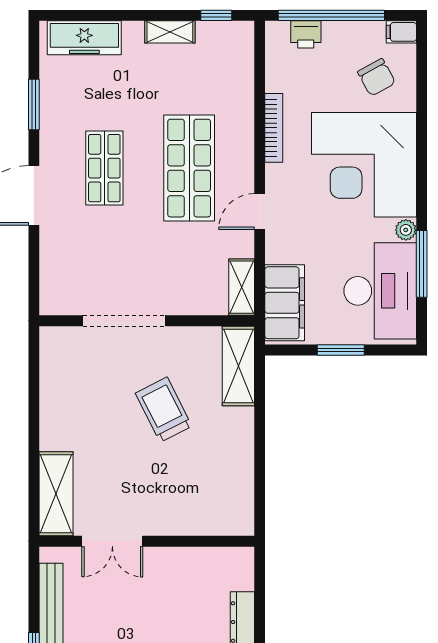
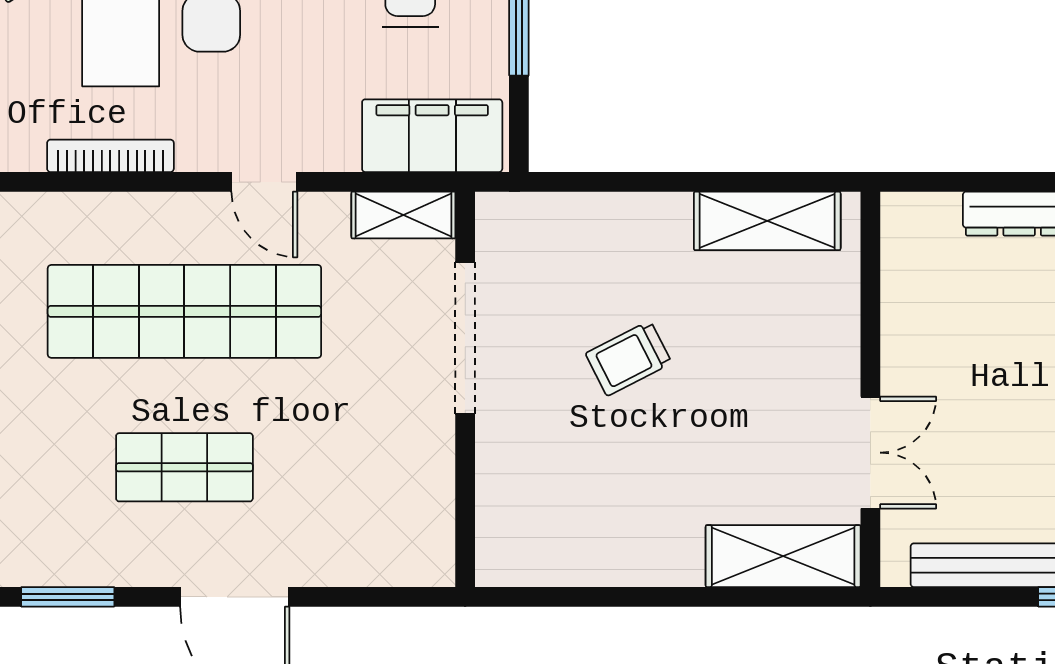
shop shelf: (189, 168) -> (184, 311), width x1.40
doorway: (124, 321) -> (465, 338), moved
shelving: (238, 366) -> (767, 221), moved
trolley: (164, 410) -> (629, 358), width x0.73, depth x0.72

